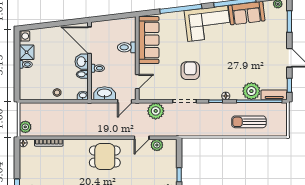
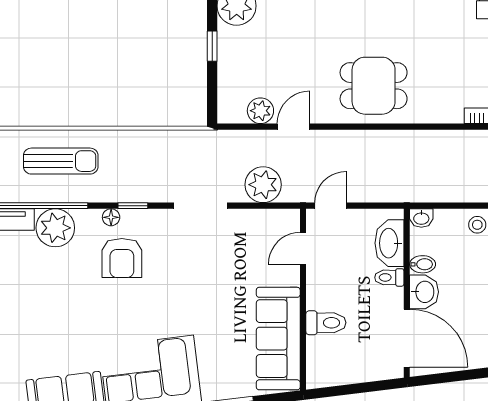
armchair: (190, 71) -> (122, 258), moved
washbasin: (105, 93) -> (389, 243), moved, turned 90

